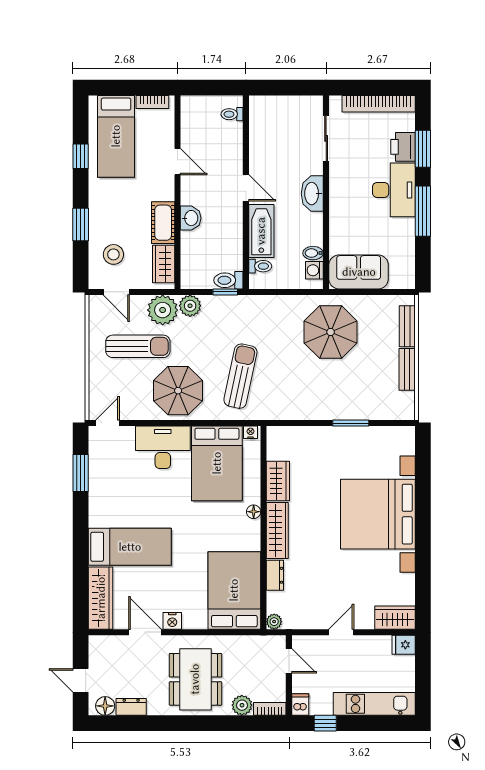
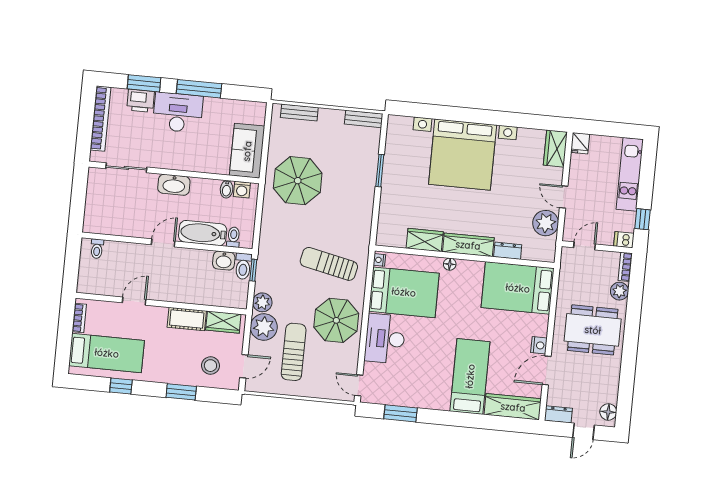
washbasin: (191, 218) -> (224, 261), moved, turned 180
bench: (407, 369) -> (364, 119), moved
plant: (274, 622) -> (546, 223), moved, width x1.87, depth x1.87
dresser: (131, 707) -> (558, 414), moved, turned 90

